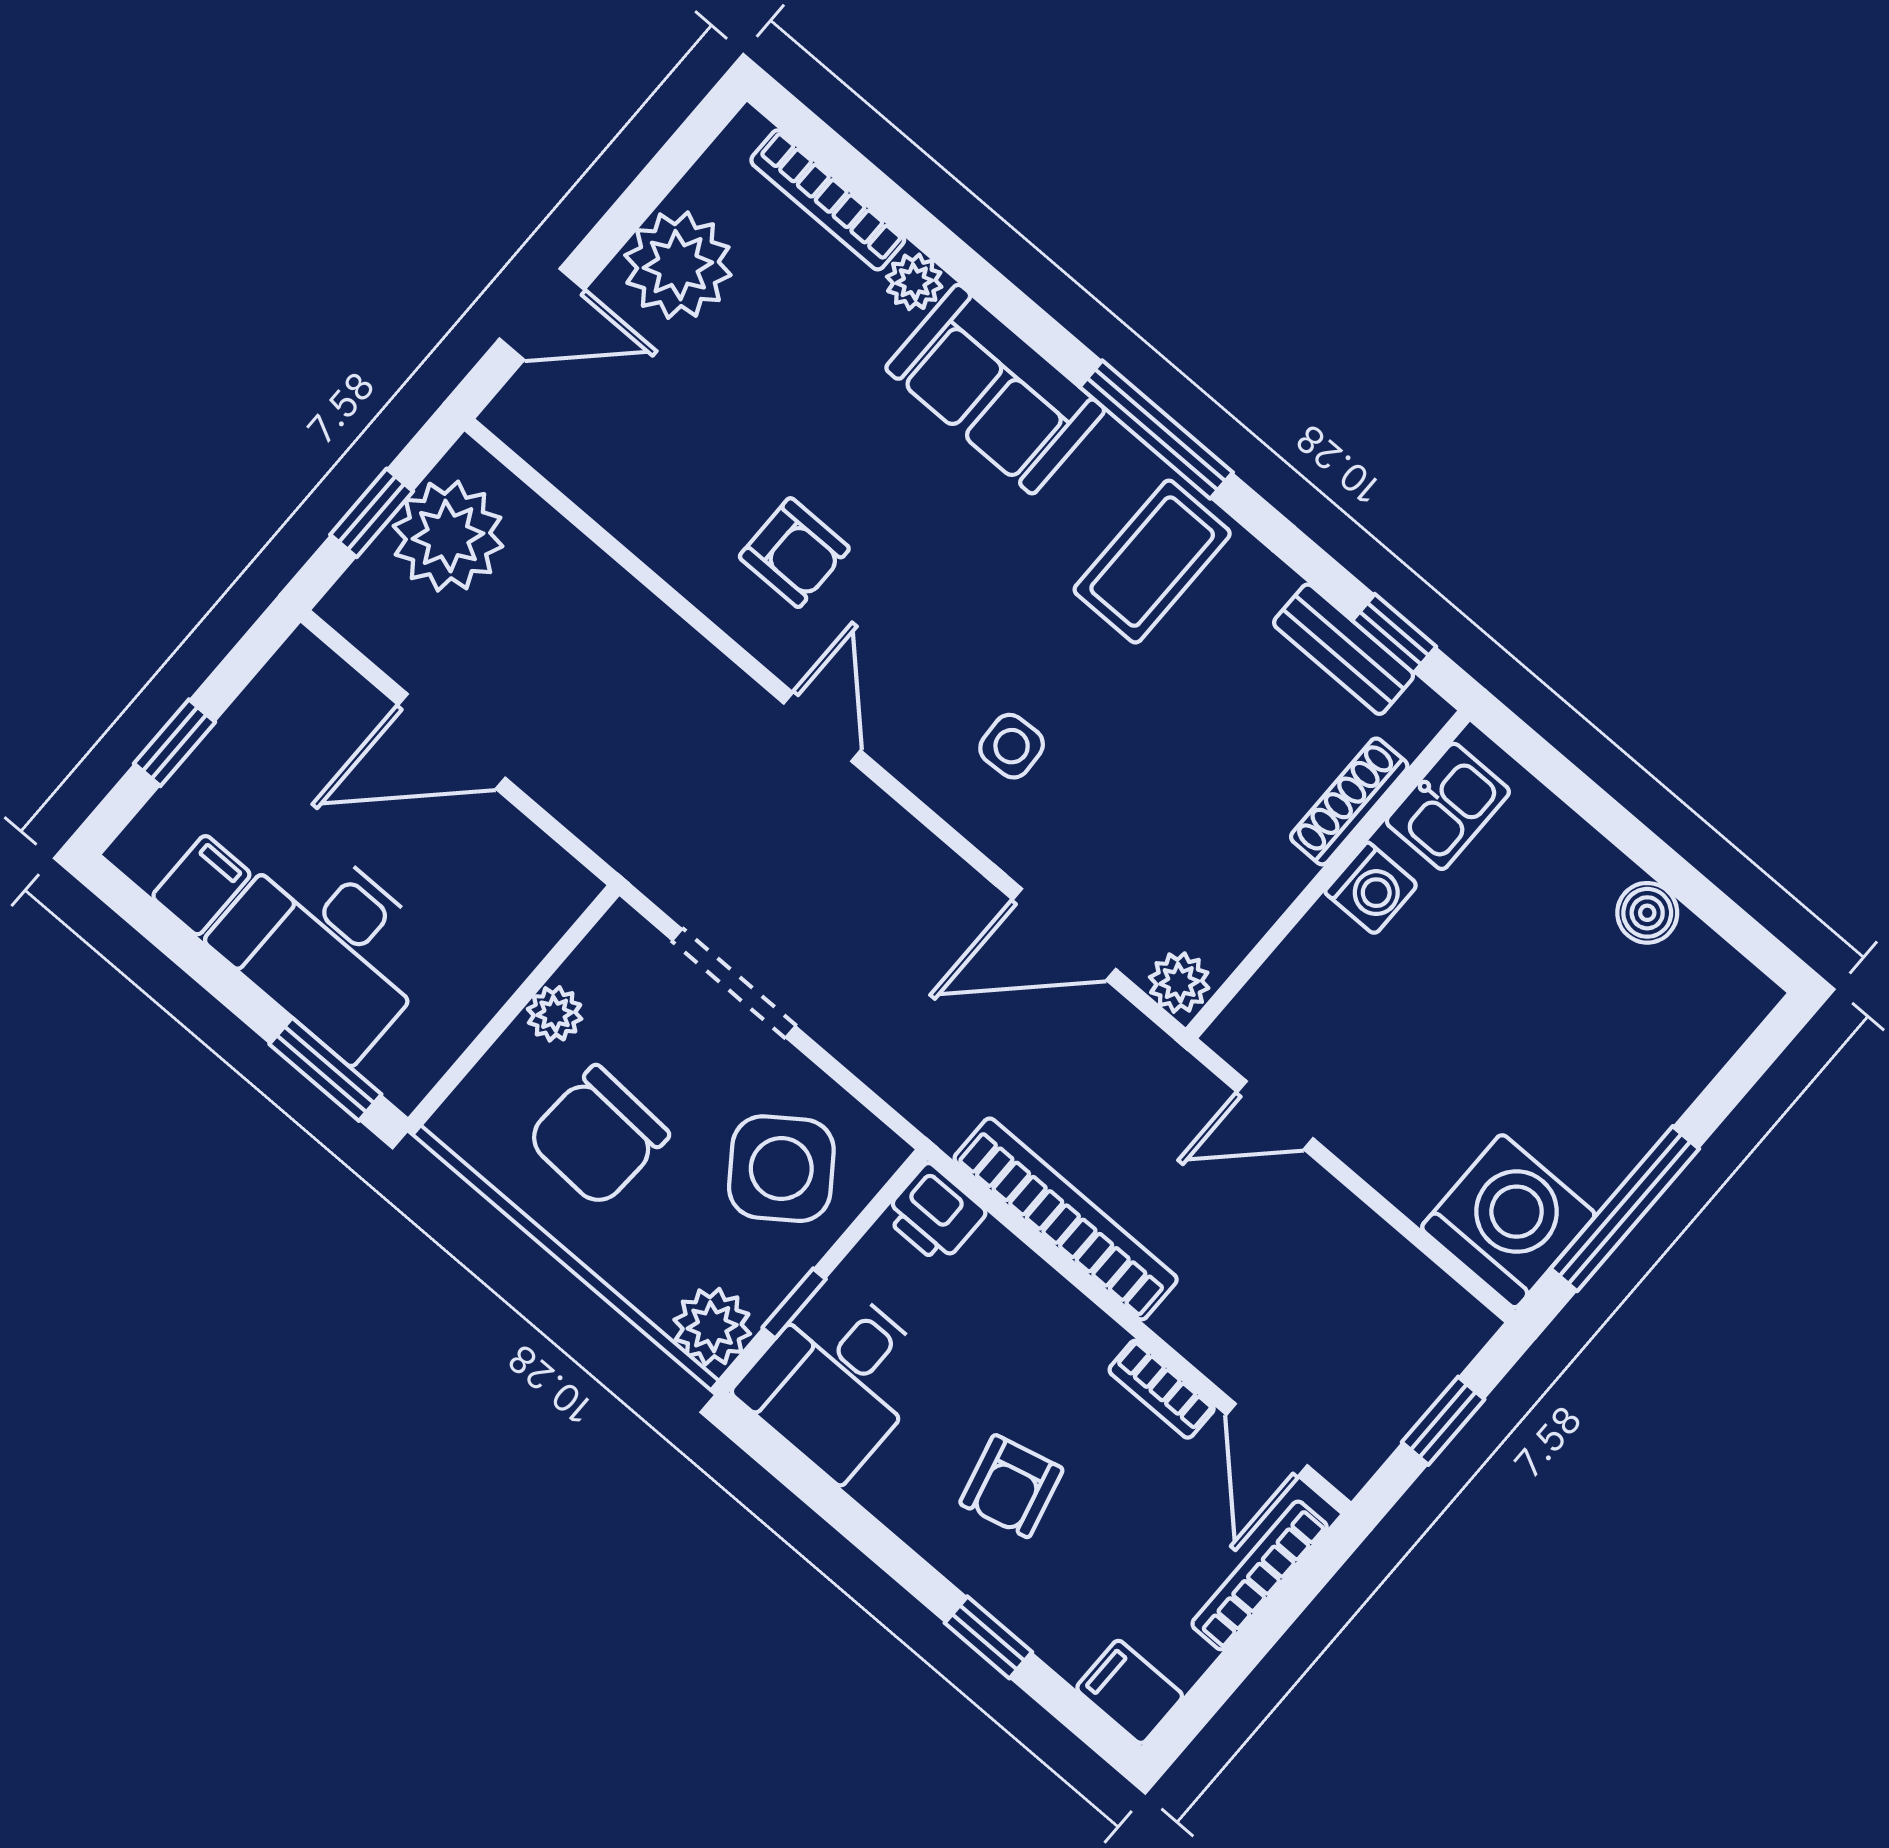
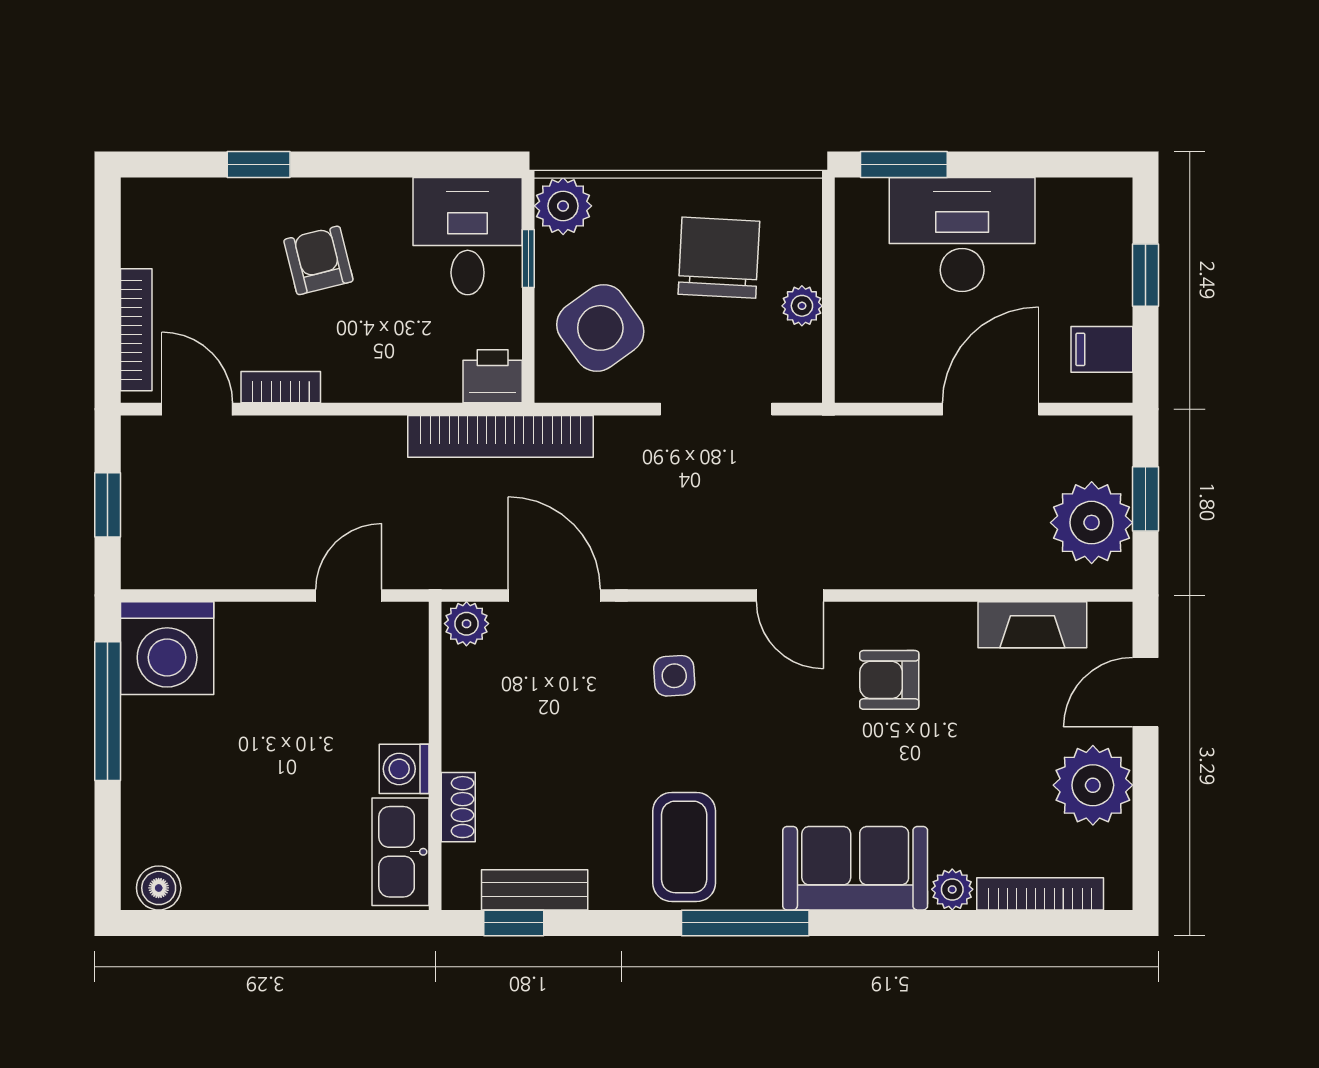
fireplace: (599, 483) -> (1032, 625), added
shoe rack: (1349, 801) -> (458, 807), width x0.70
kitchen sink: (1448, 806) -> (400, 852), width x1.38
filing cabinet: (201, 885) -> (1102, 349), moved, turned 90
boiler: (1647, 913) -> (159, 888), moved
door: (1064, 934) -> (554, 595), hinge flipped
bookcase: (1066, 1219) -> (501, 436), moved
filing cabinet: (1130, 1692) -> (153, 202), removed

